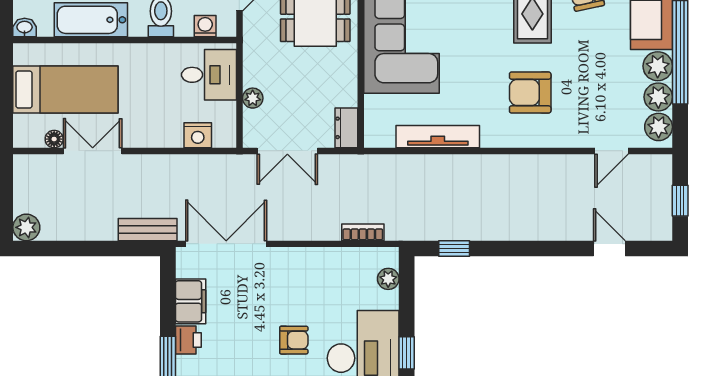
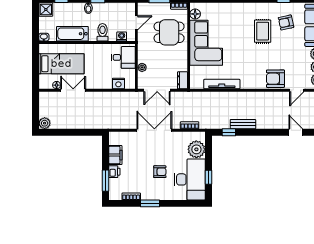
armchair: (530, 93) -> (275, 79), moved
bench: (148, 230) -> (243, 124), moved
double door: (226, 244) -> (154, 130), moved
plant: (388, 279) -> (196, 149), width x1.88, depth x1.88

